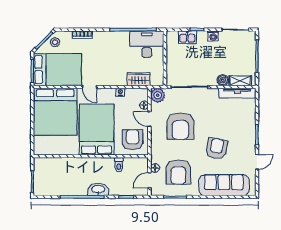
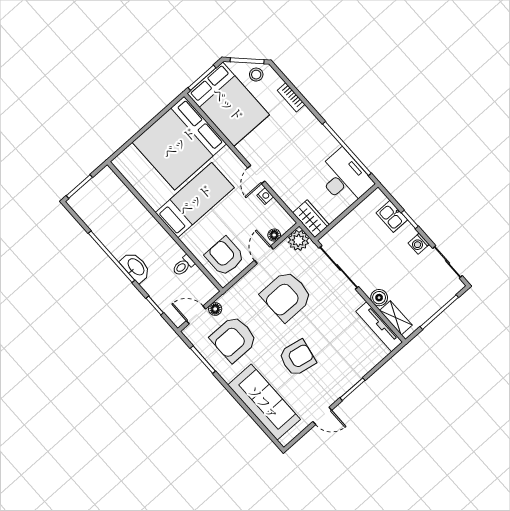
wardrobe: (139, 79) -> (311, 219), moved
door: (89, 87) -> (256, 174), moved
bed: (97, 130) -> (195, 200), width x0.67
armchair: (133, 140) -> (225, 256), turned -90

